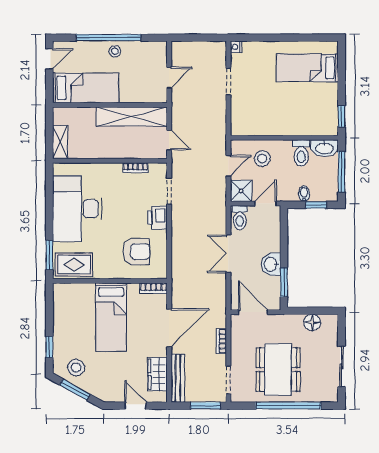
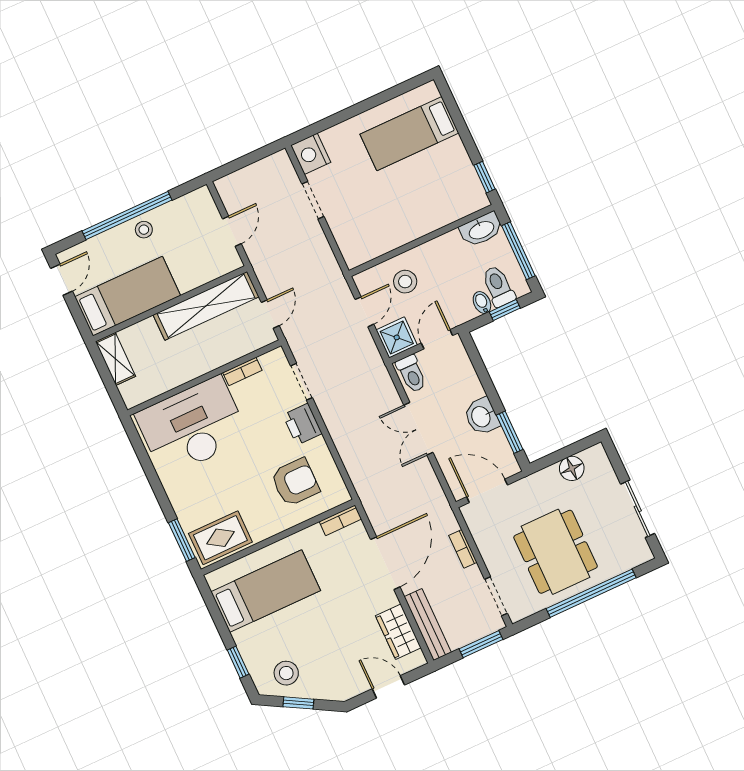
nightstand: (236, 47) -> (311, 154), width x1.89, depth x1.79
door: (169, 140) -> (270, 314), hinge flipped
shelving: (60, 142) -> (115, 359), moved
toilet: (301, 153) -> (498, 286), moved, turned 180
desk: (77, 209) -> (192, 426), moved, turned 90
bed: (111, 317) -> (266, 591), moved, turned -90
window: (75, 390) -> (298, 703), width x0.67

